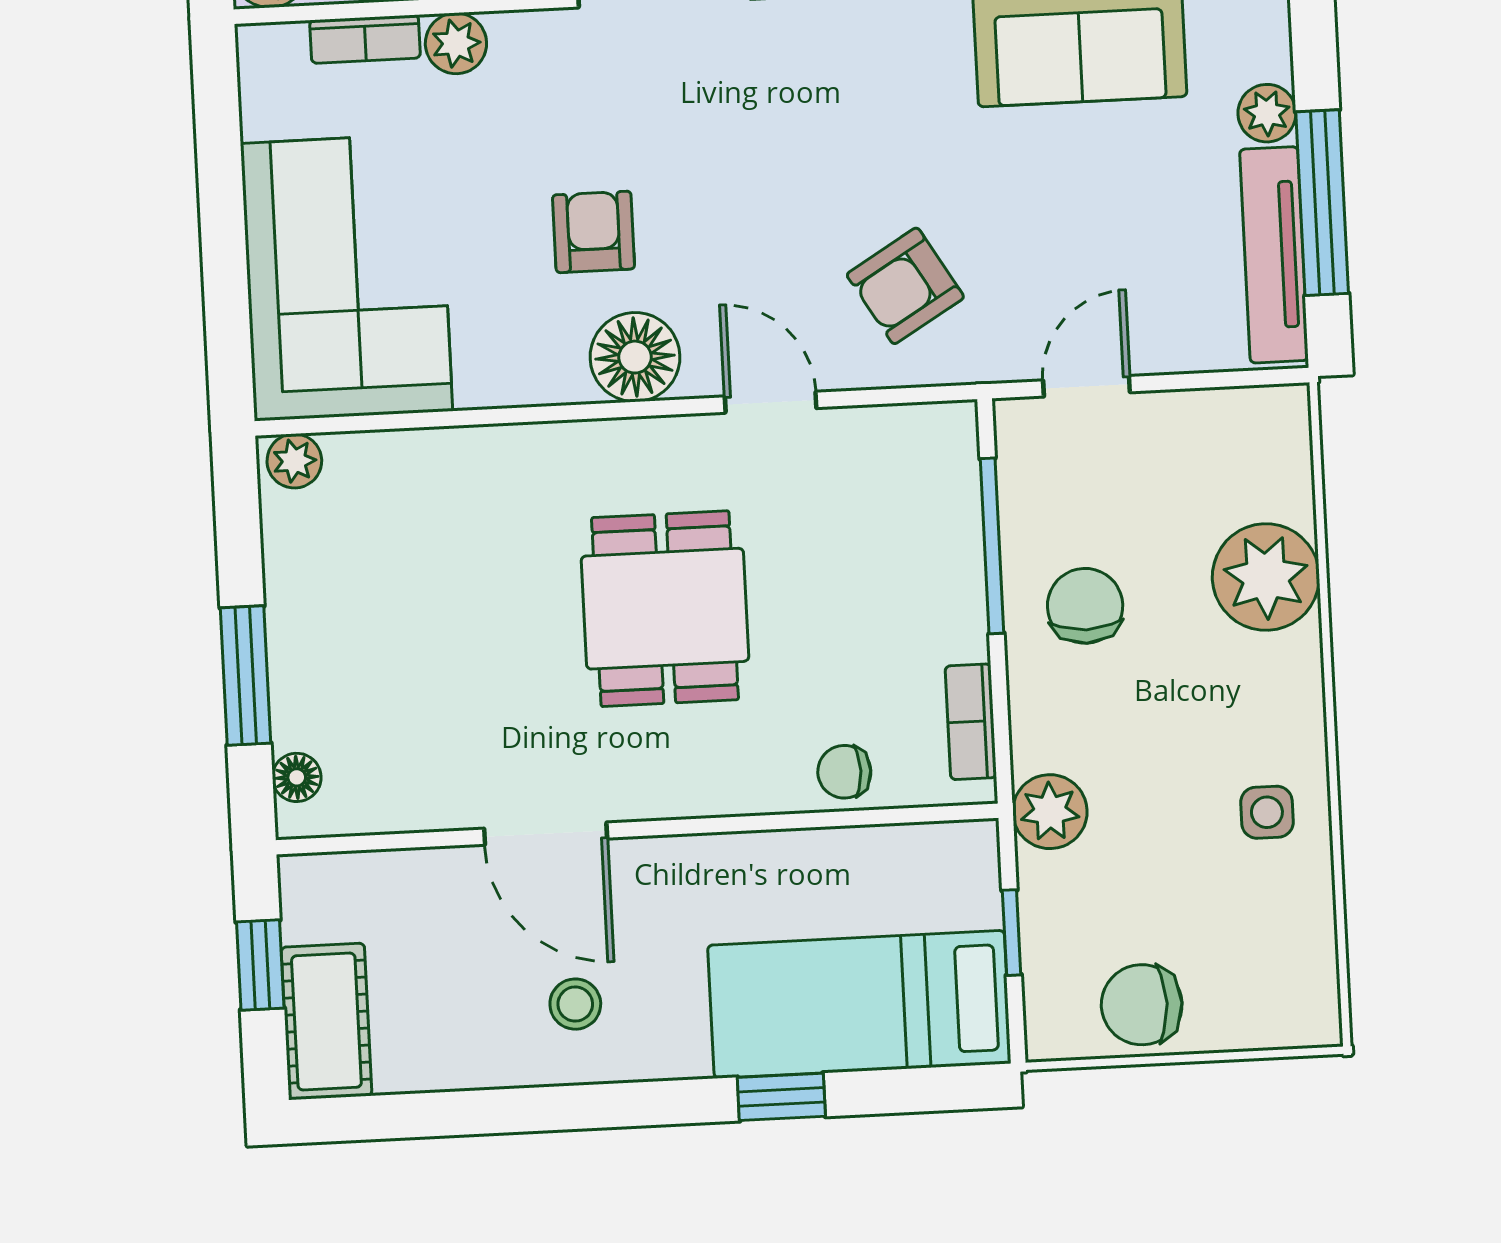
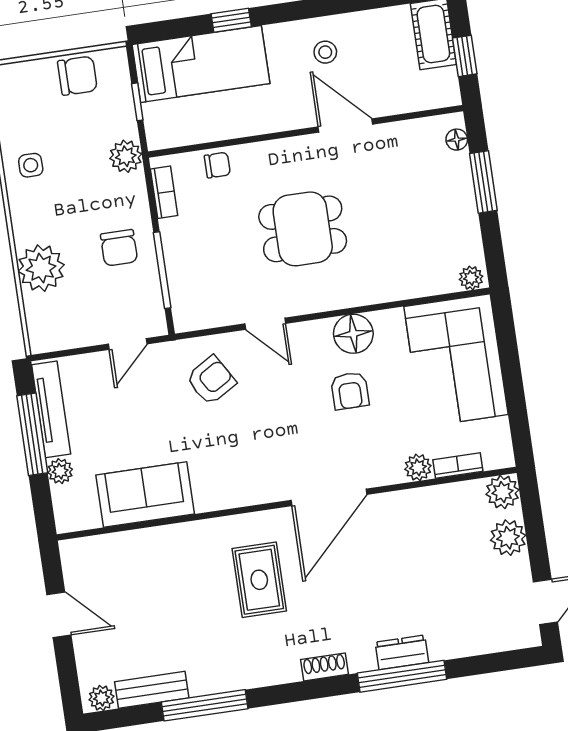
floor lamp: (635, 357) -> (353, 334), moved
dining table: (665, 609) -> (303, 229), turned 90

